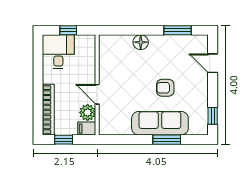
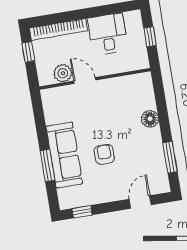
desk: (58, 52) -> (108, 34), moved, turned -90
door: (97, 94) -> (85, 81), hinge flipped
filing cabinet: (87, 129) -> (45, 75), removed

